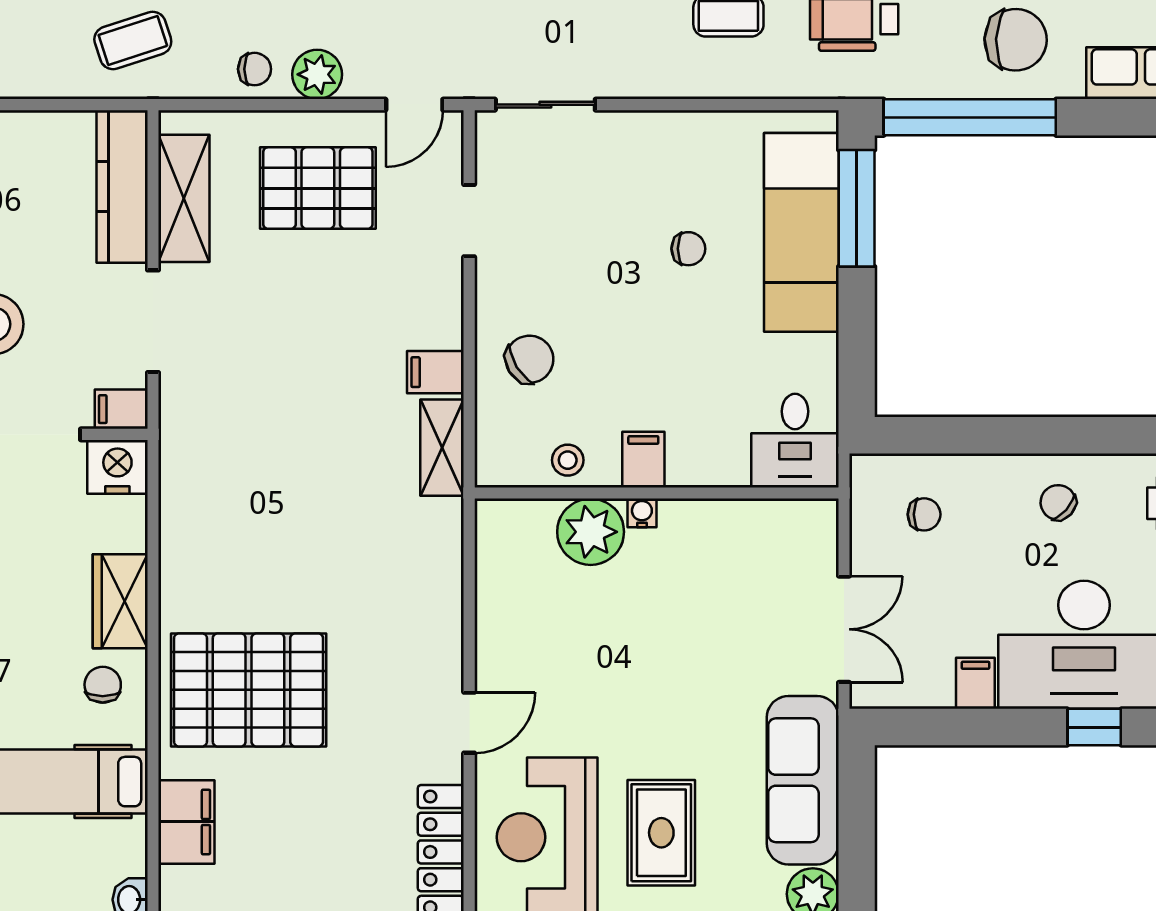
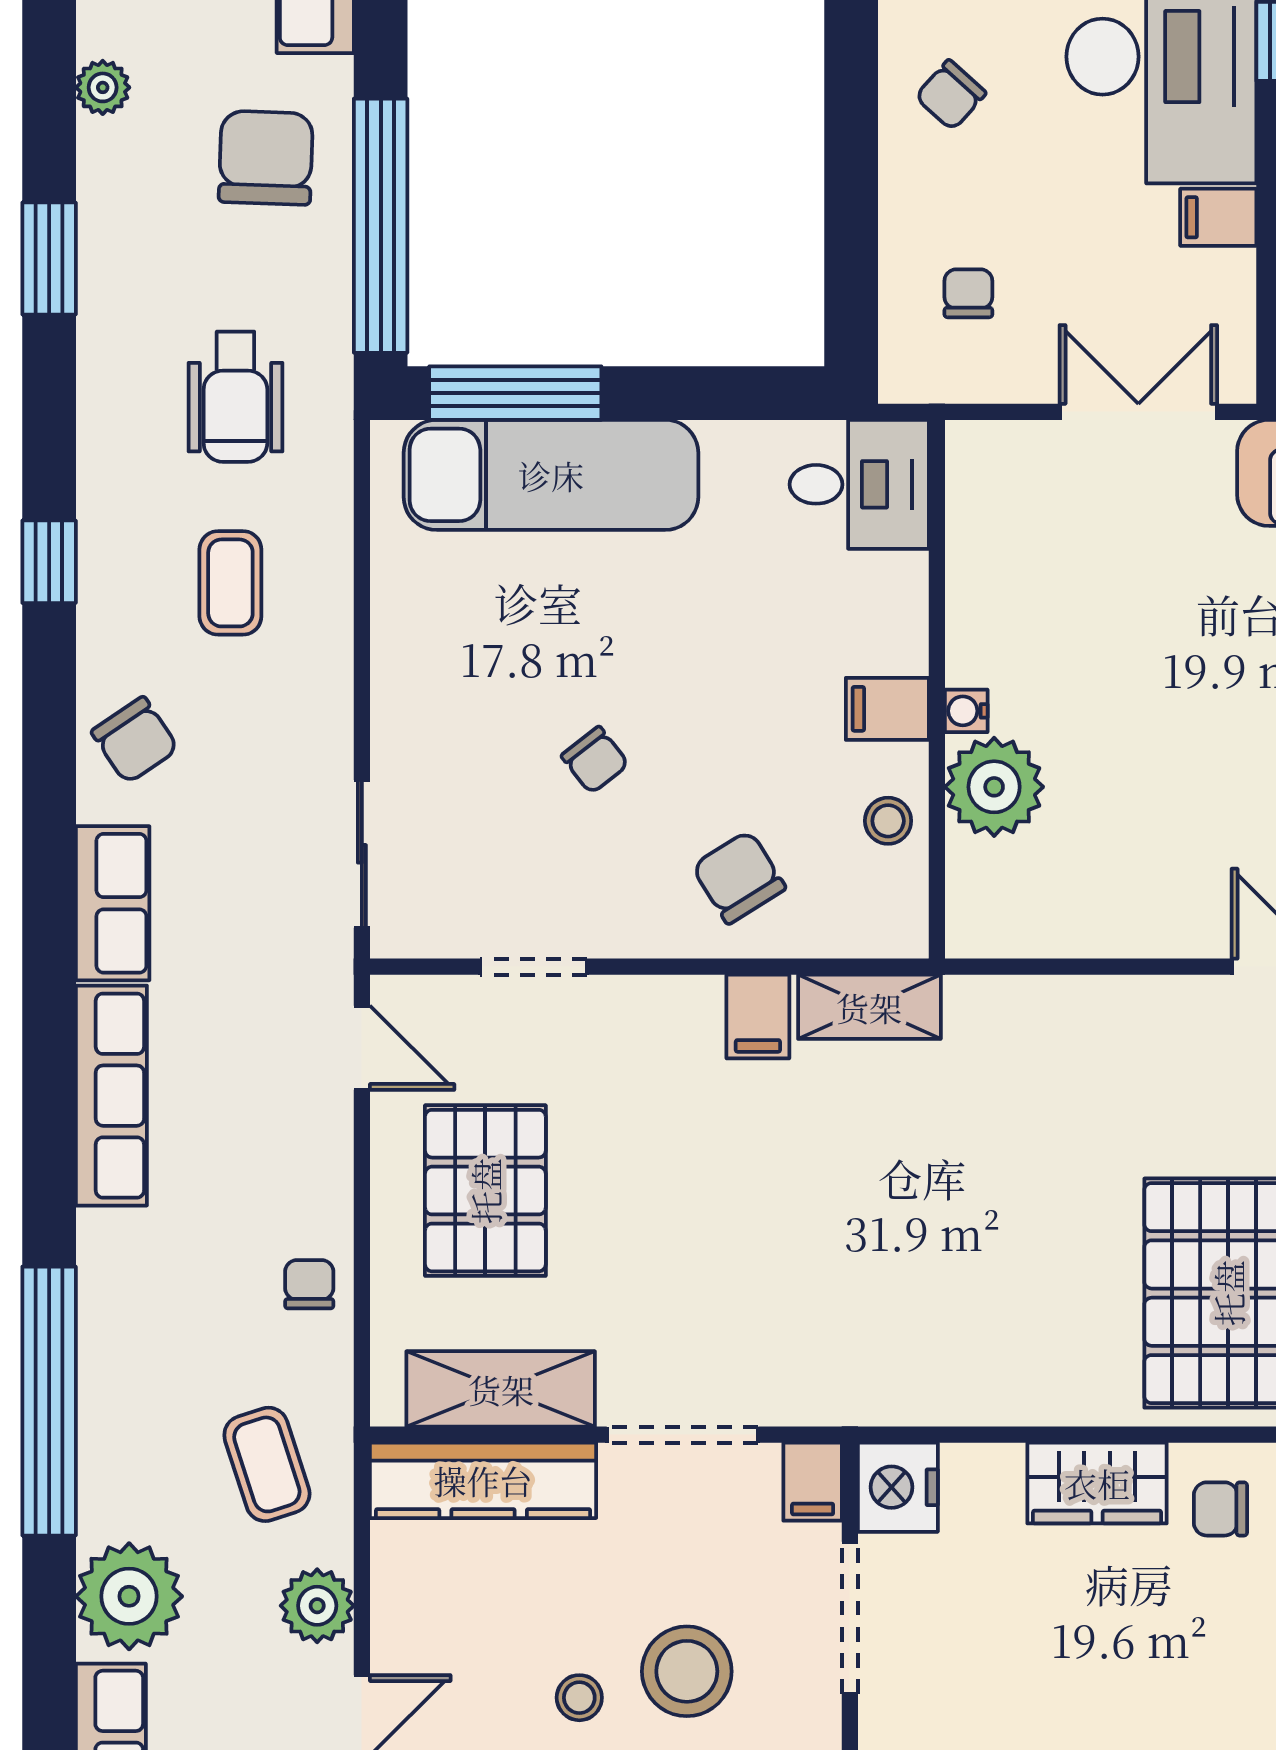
plant: (317, 74) -> (317, 1606), moved
chair: (688, 249) -> (595, 760), moved, turned 142

